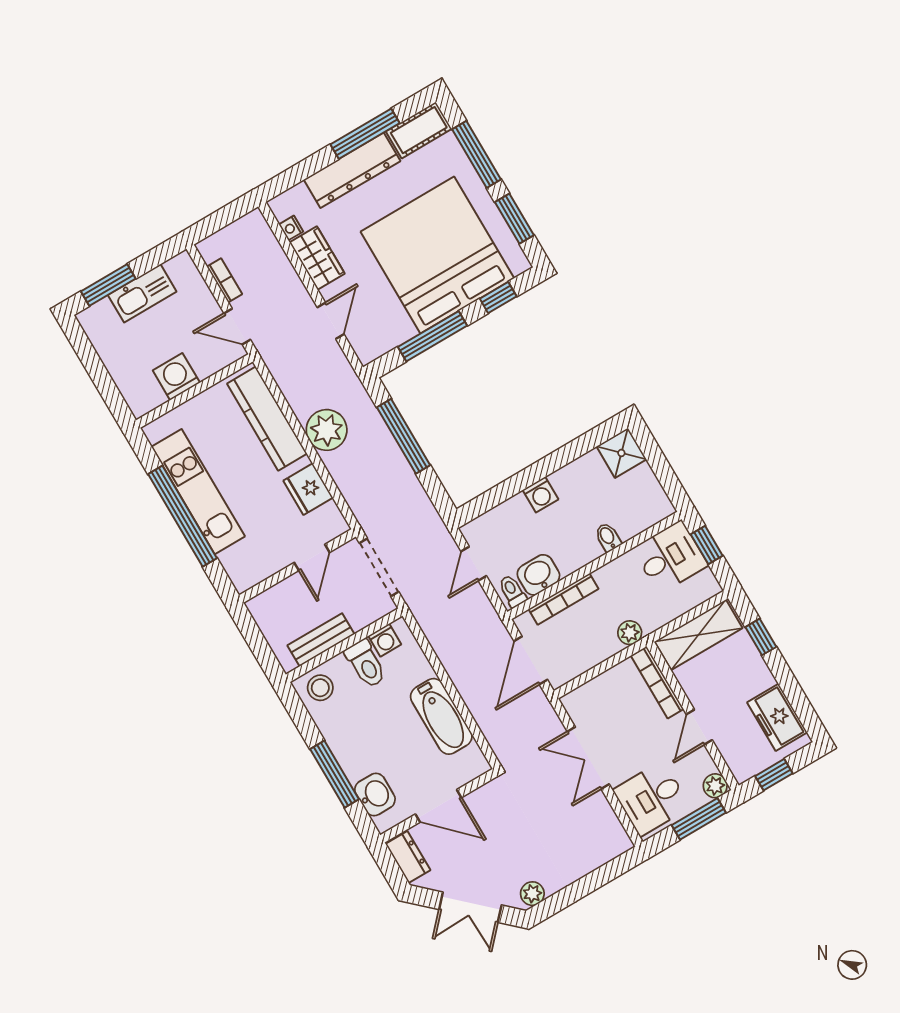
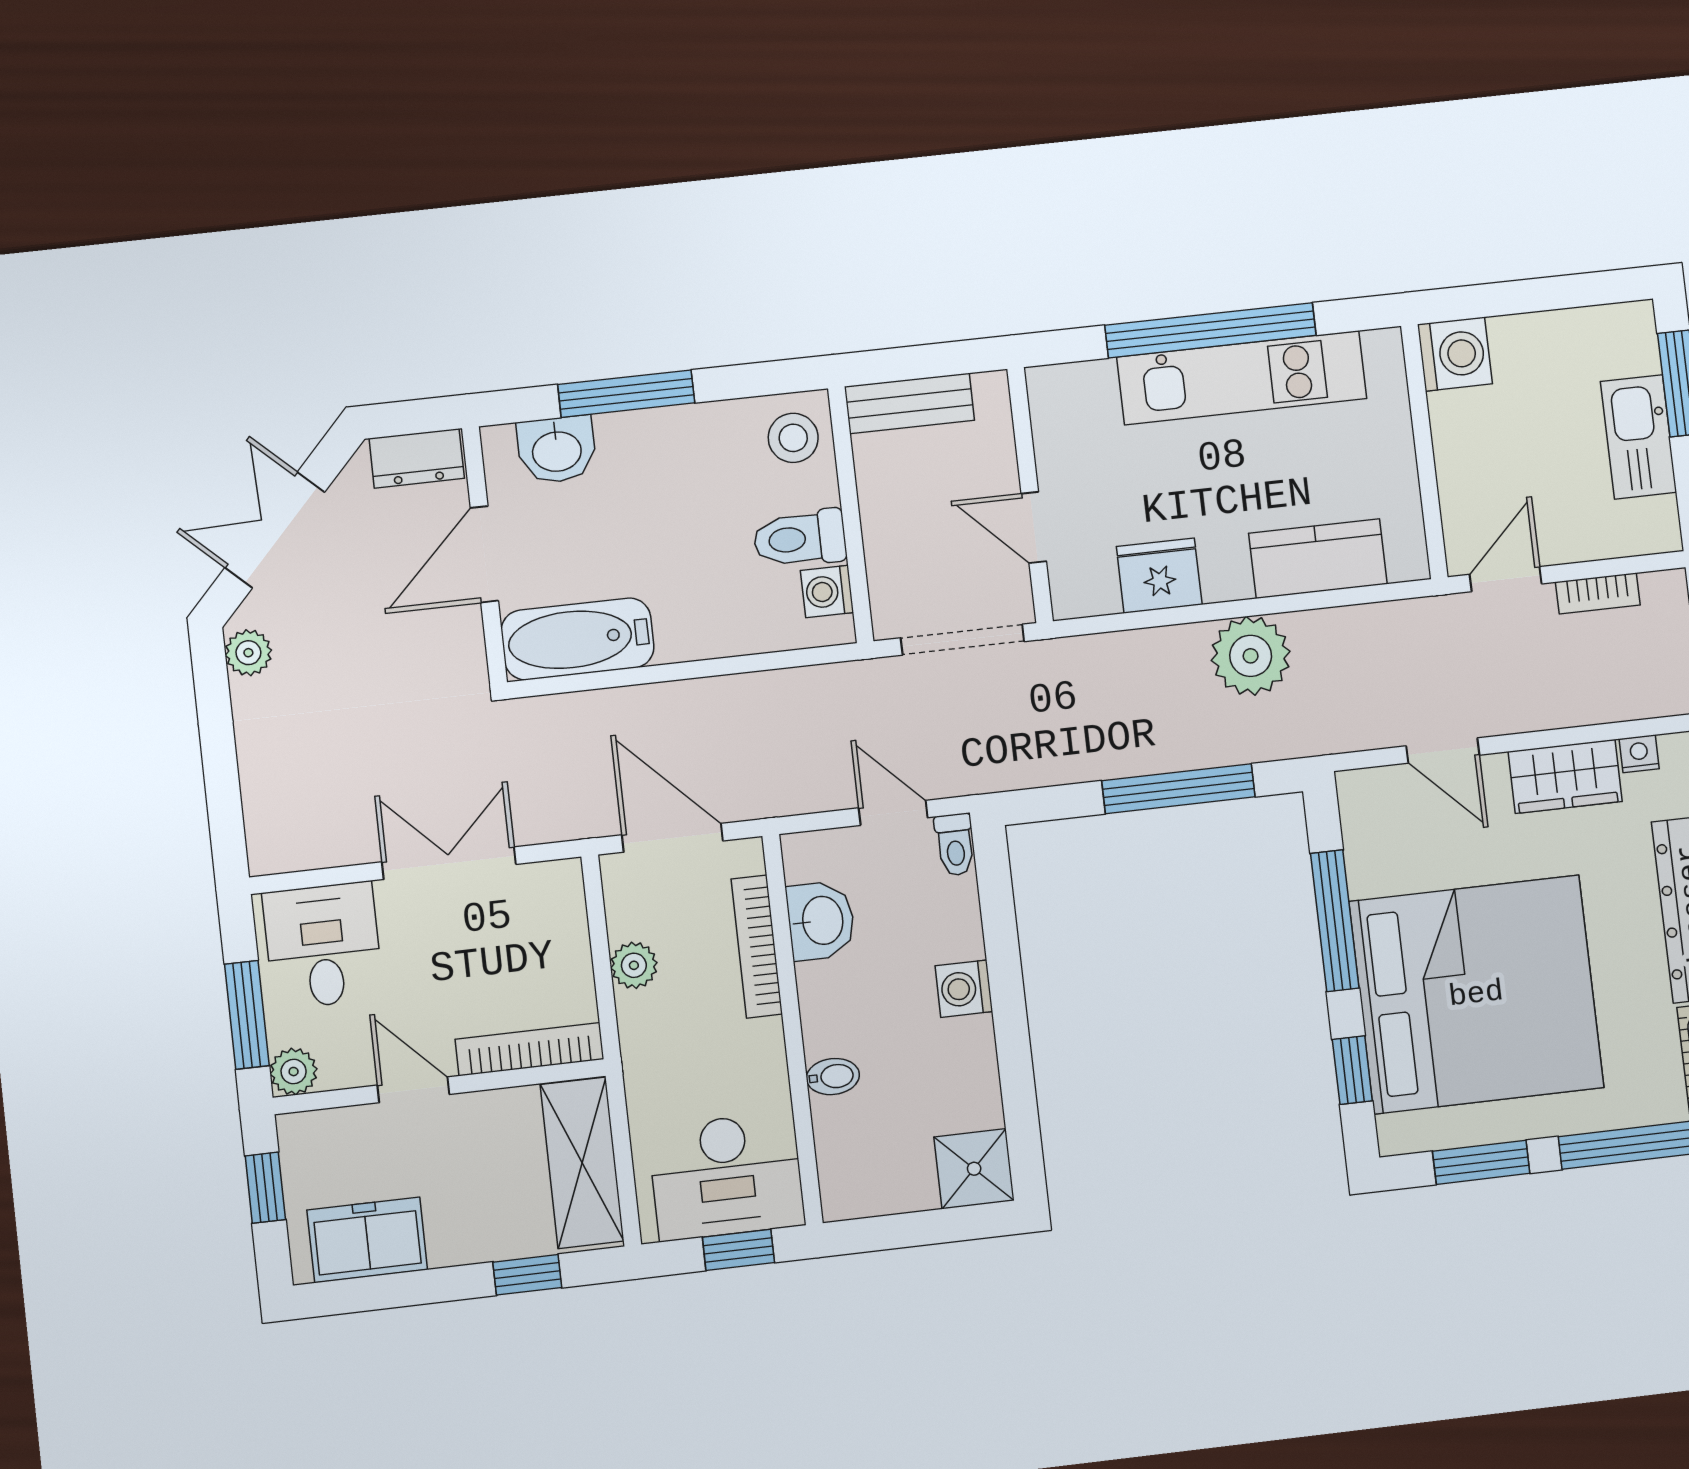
washing machine: (176, 377) -> (1455, 354), moved
kitchen counter: (267, 419) -> (1318, 559), width x0.67
desk: (670, 557) -> (726, 1176), width x1.37
toilet: (512, 591) -> (955, 845), moved, turned 90
plant: (630, 633) -> (634, 965), moved
bench: (321, 640) -> (910, 403), moved, turned 90
bathtub: (441, 716) -> (578, 639), moved

